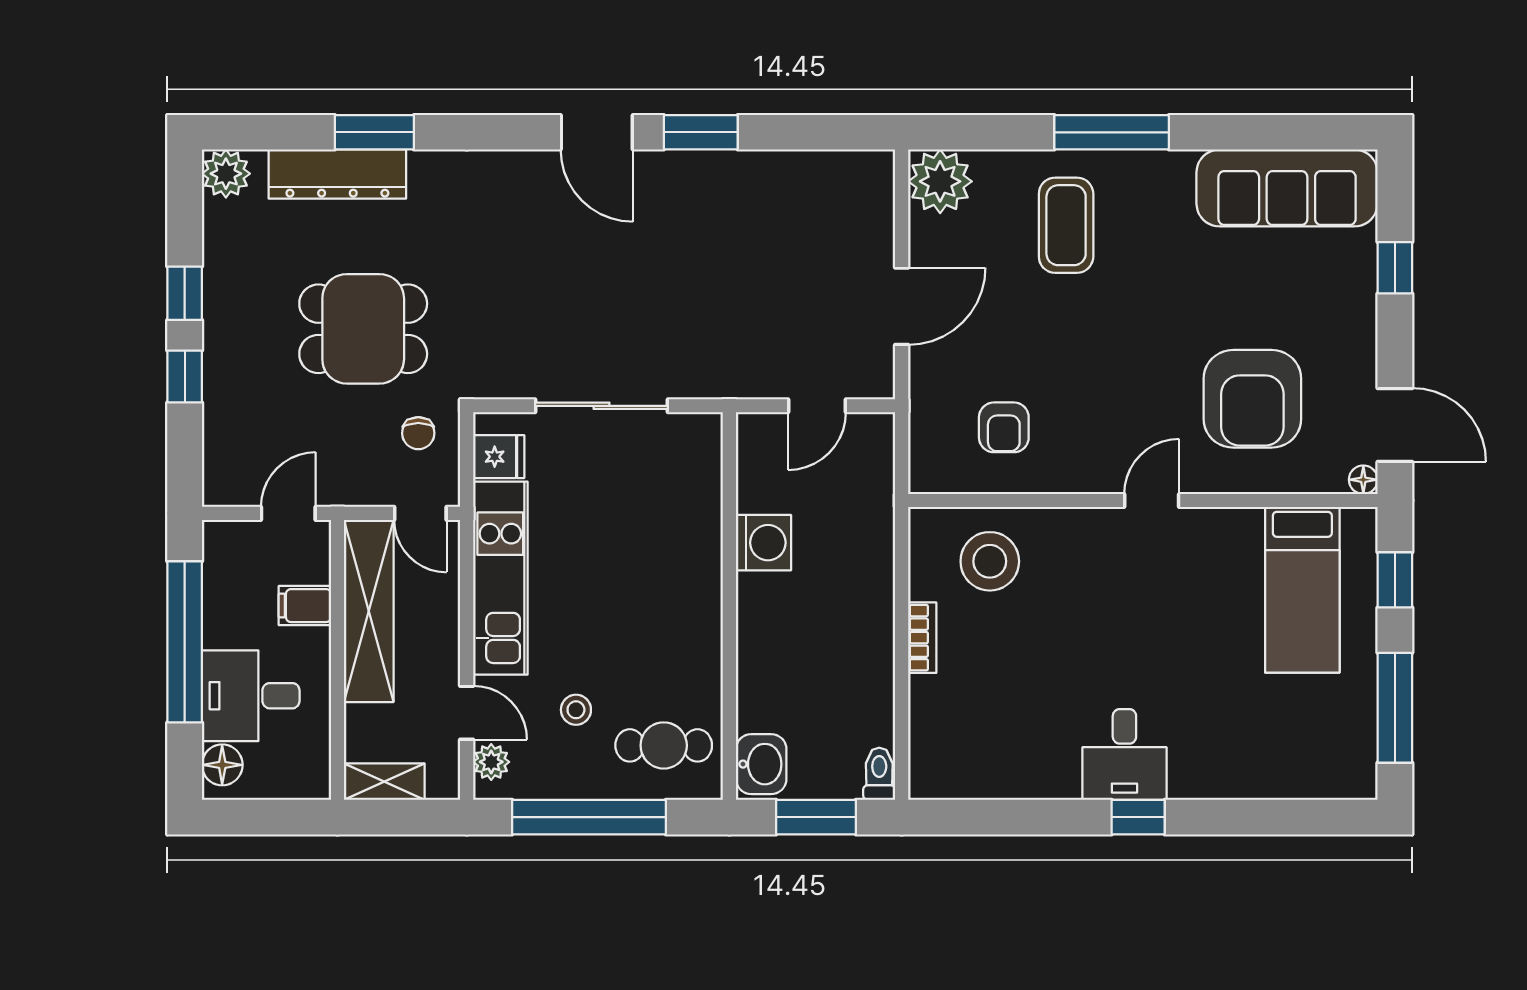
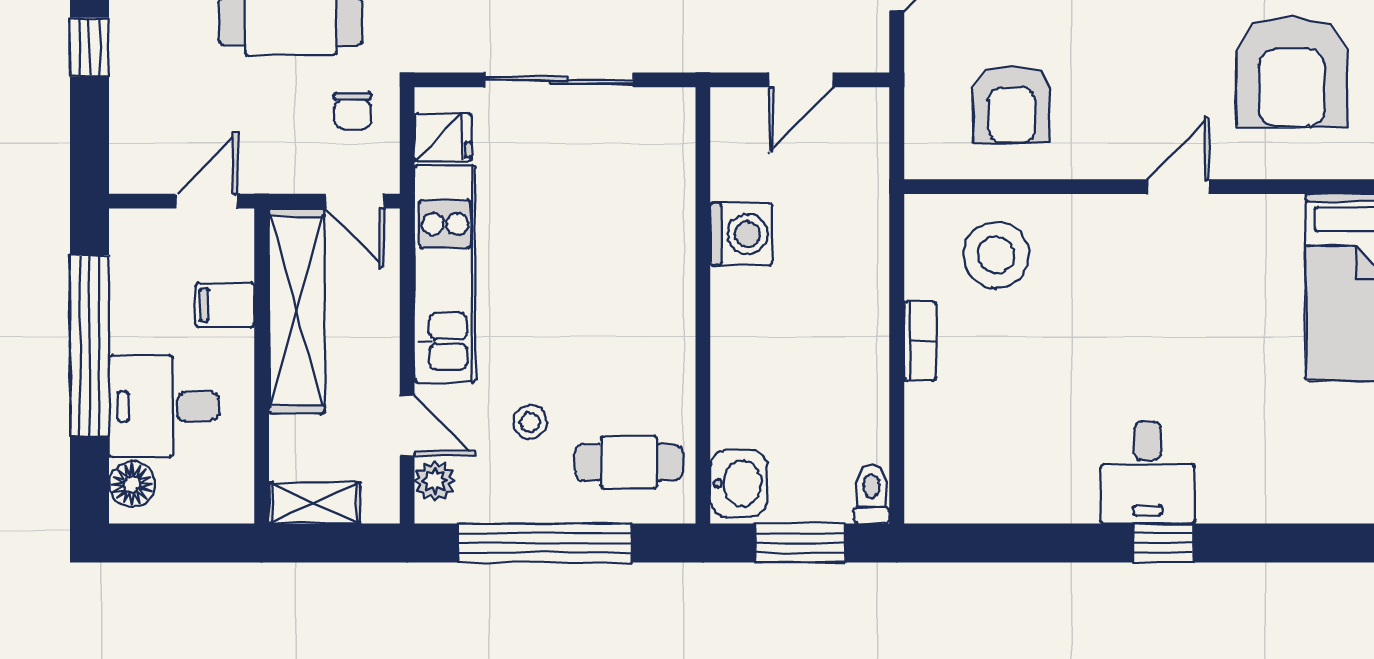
armchair: (1004, 427) -> (1012, 104), width x1.38, depth x1.38

